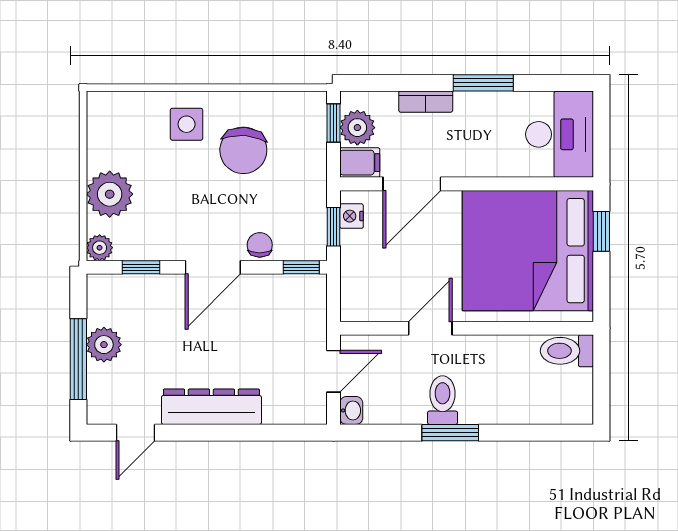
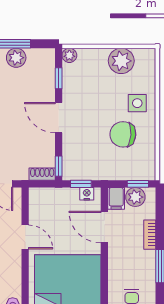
plant: (110, 194) -> (121, 61), moved
chair: (260, 245) -> (71, 143), removed
shoe rack: (316, 297) -> (42, 174), added

